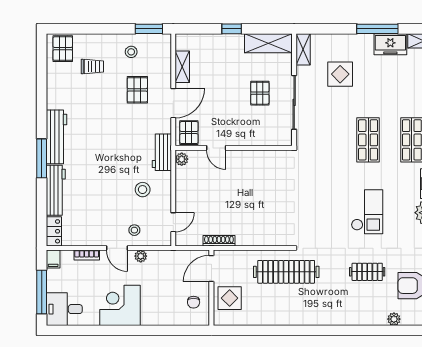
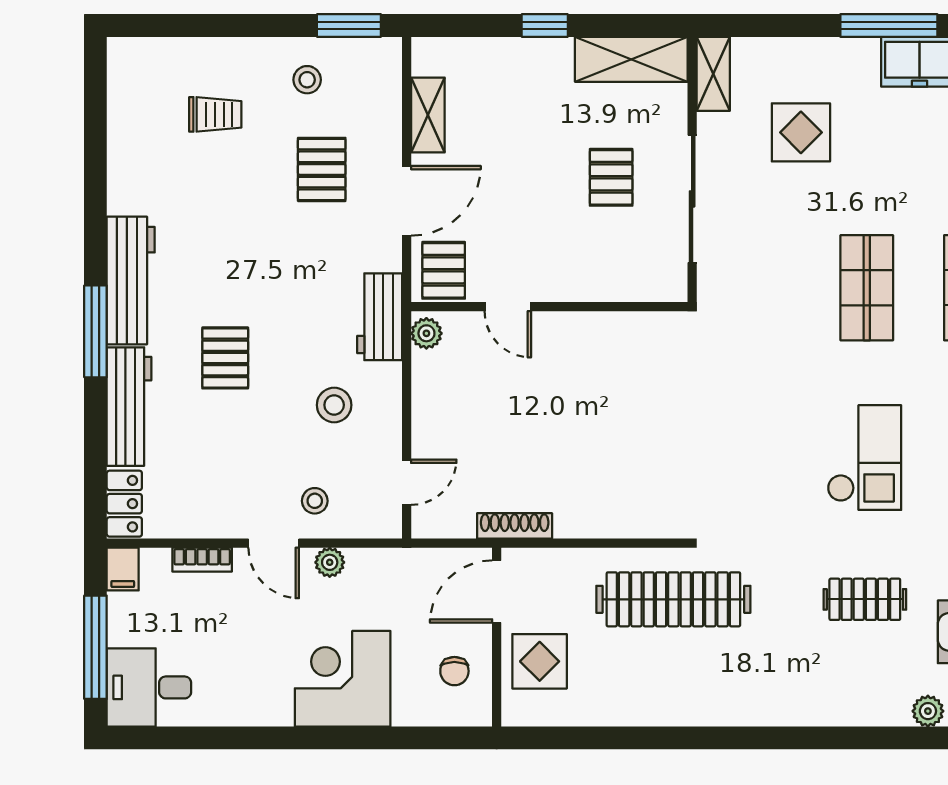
pallet: (63, 49) -> (225, 358), moved
corner desk: (120, 305) -> (343, 679), moved

